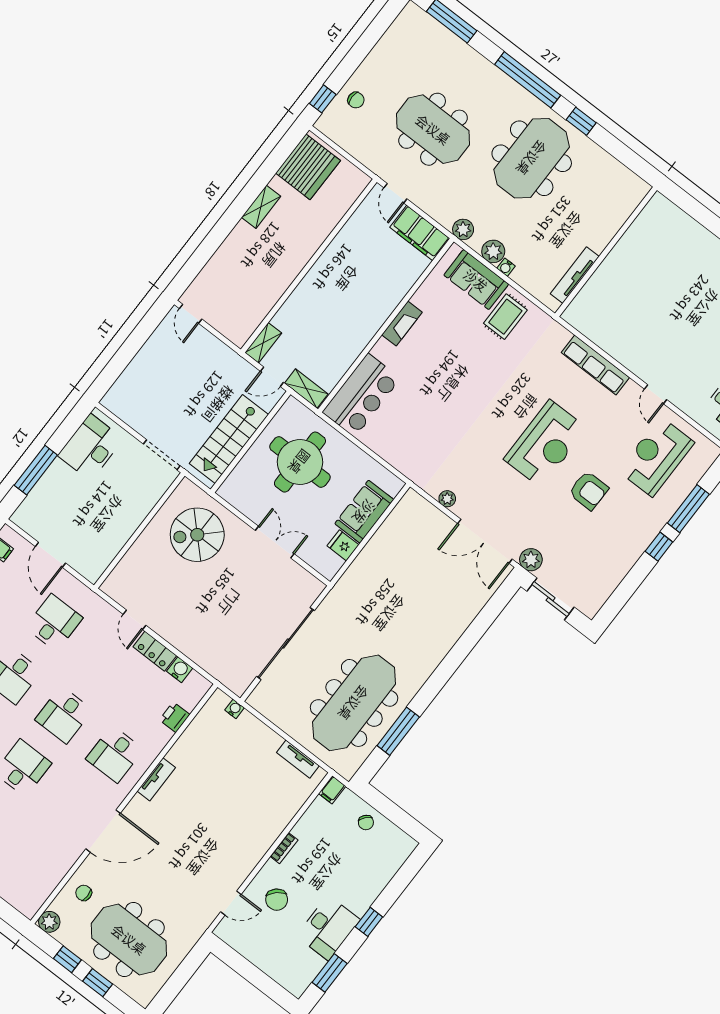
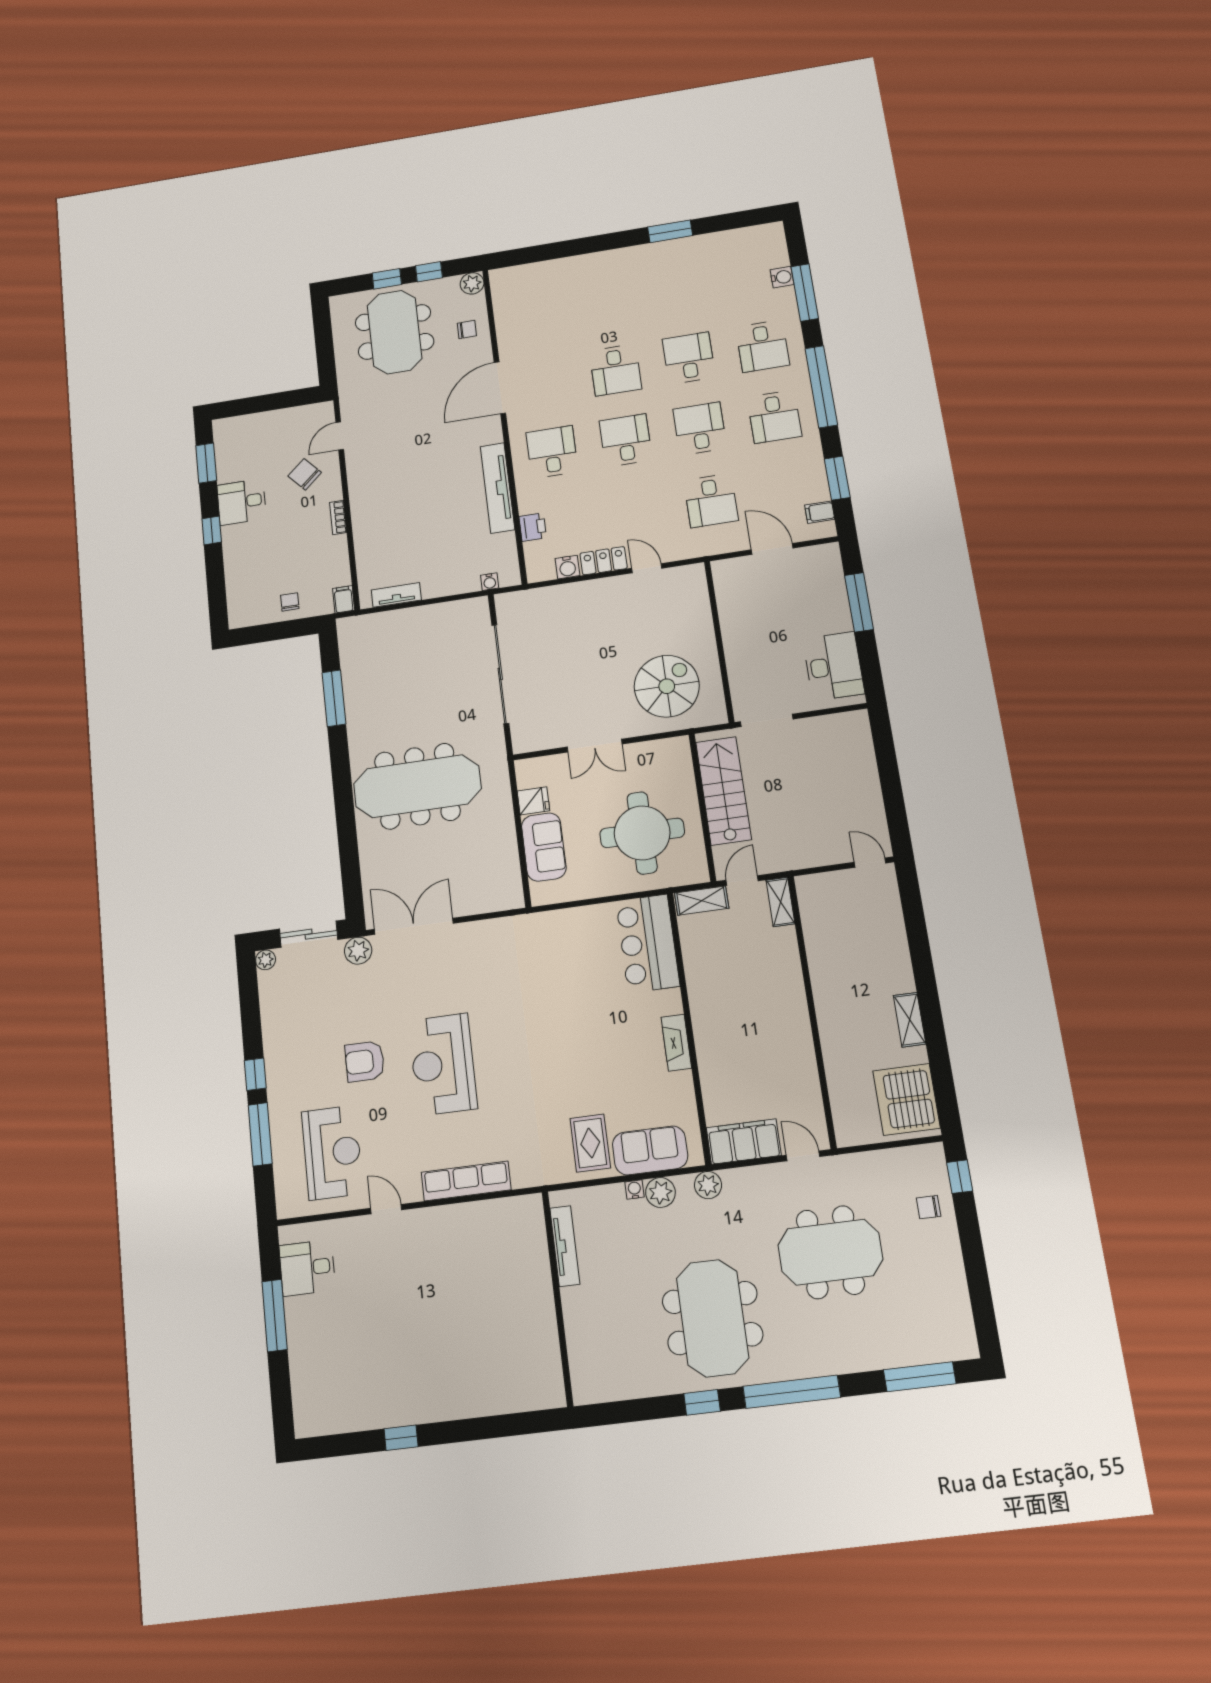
plant: (447, 499) -> (266, 960), moved
meeting table: (354, 703) -> (417, 786), moved, turned 90
tv unit: (156, 779) -> (497, 488), width x1.92, depth x1.29
chair: (366, 822) -> (290, 602), turned 49
desk: (328, 928) -> (242, 502), width x0.73
meeting table: (129, 939) -> (394, 332), turned 90

